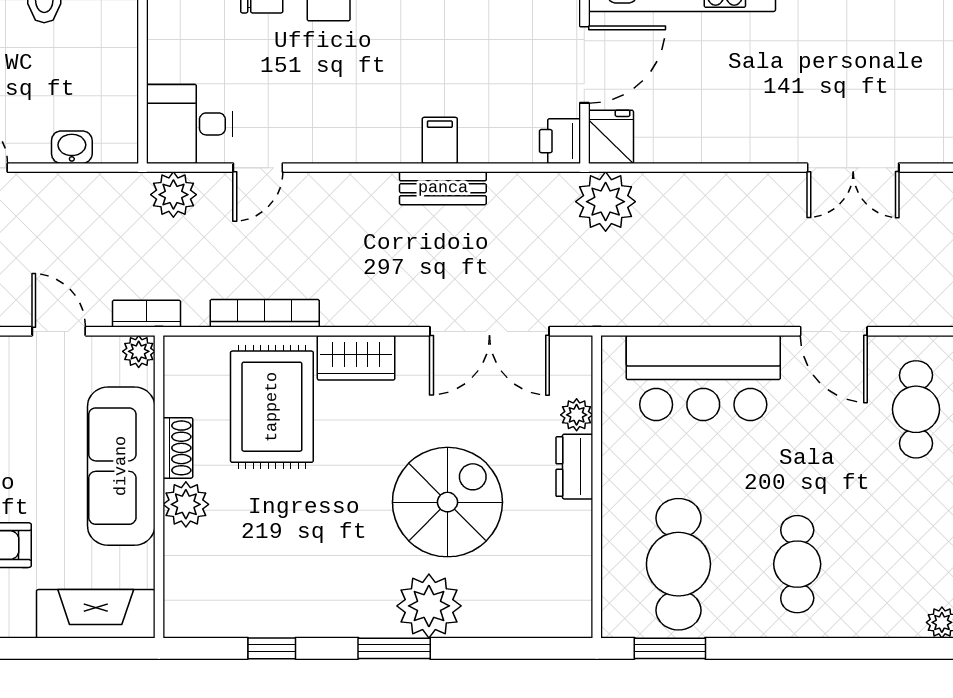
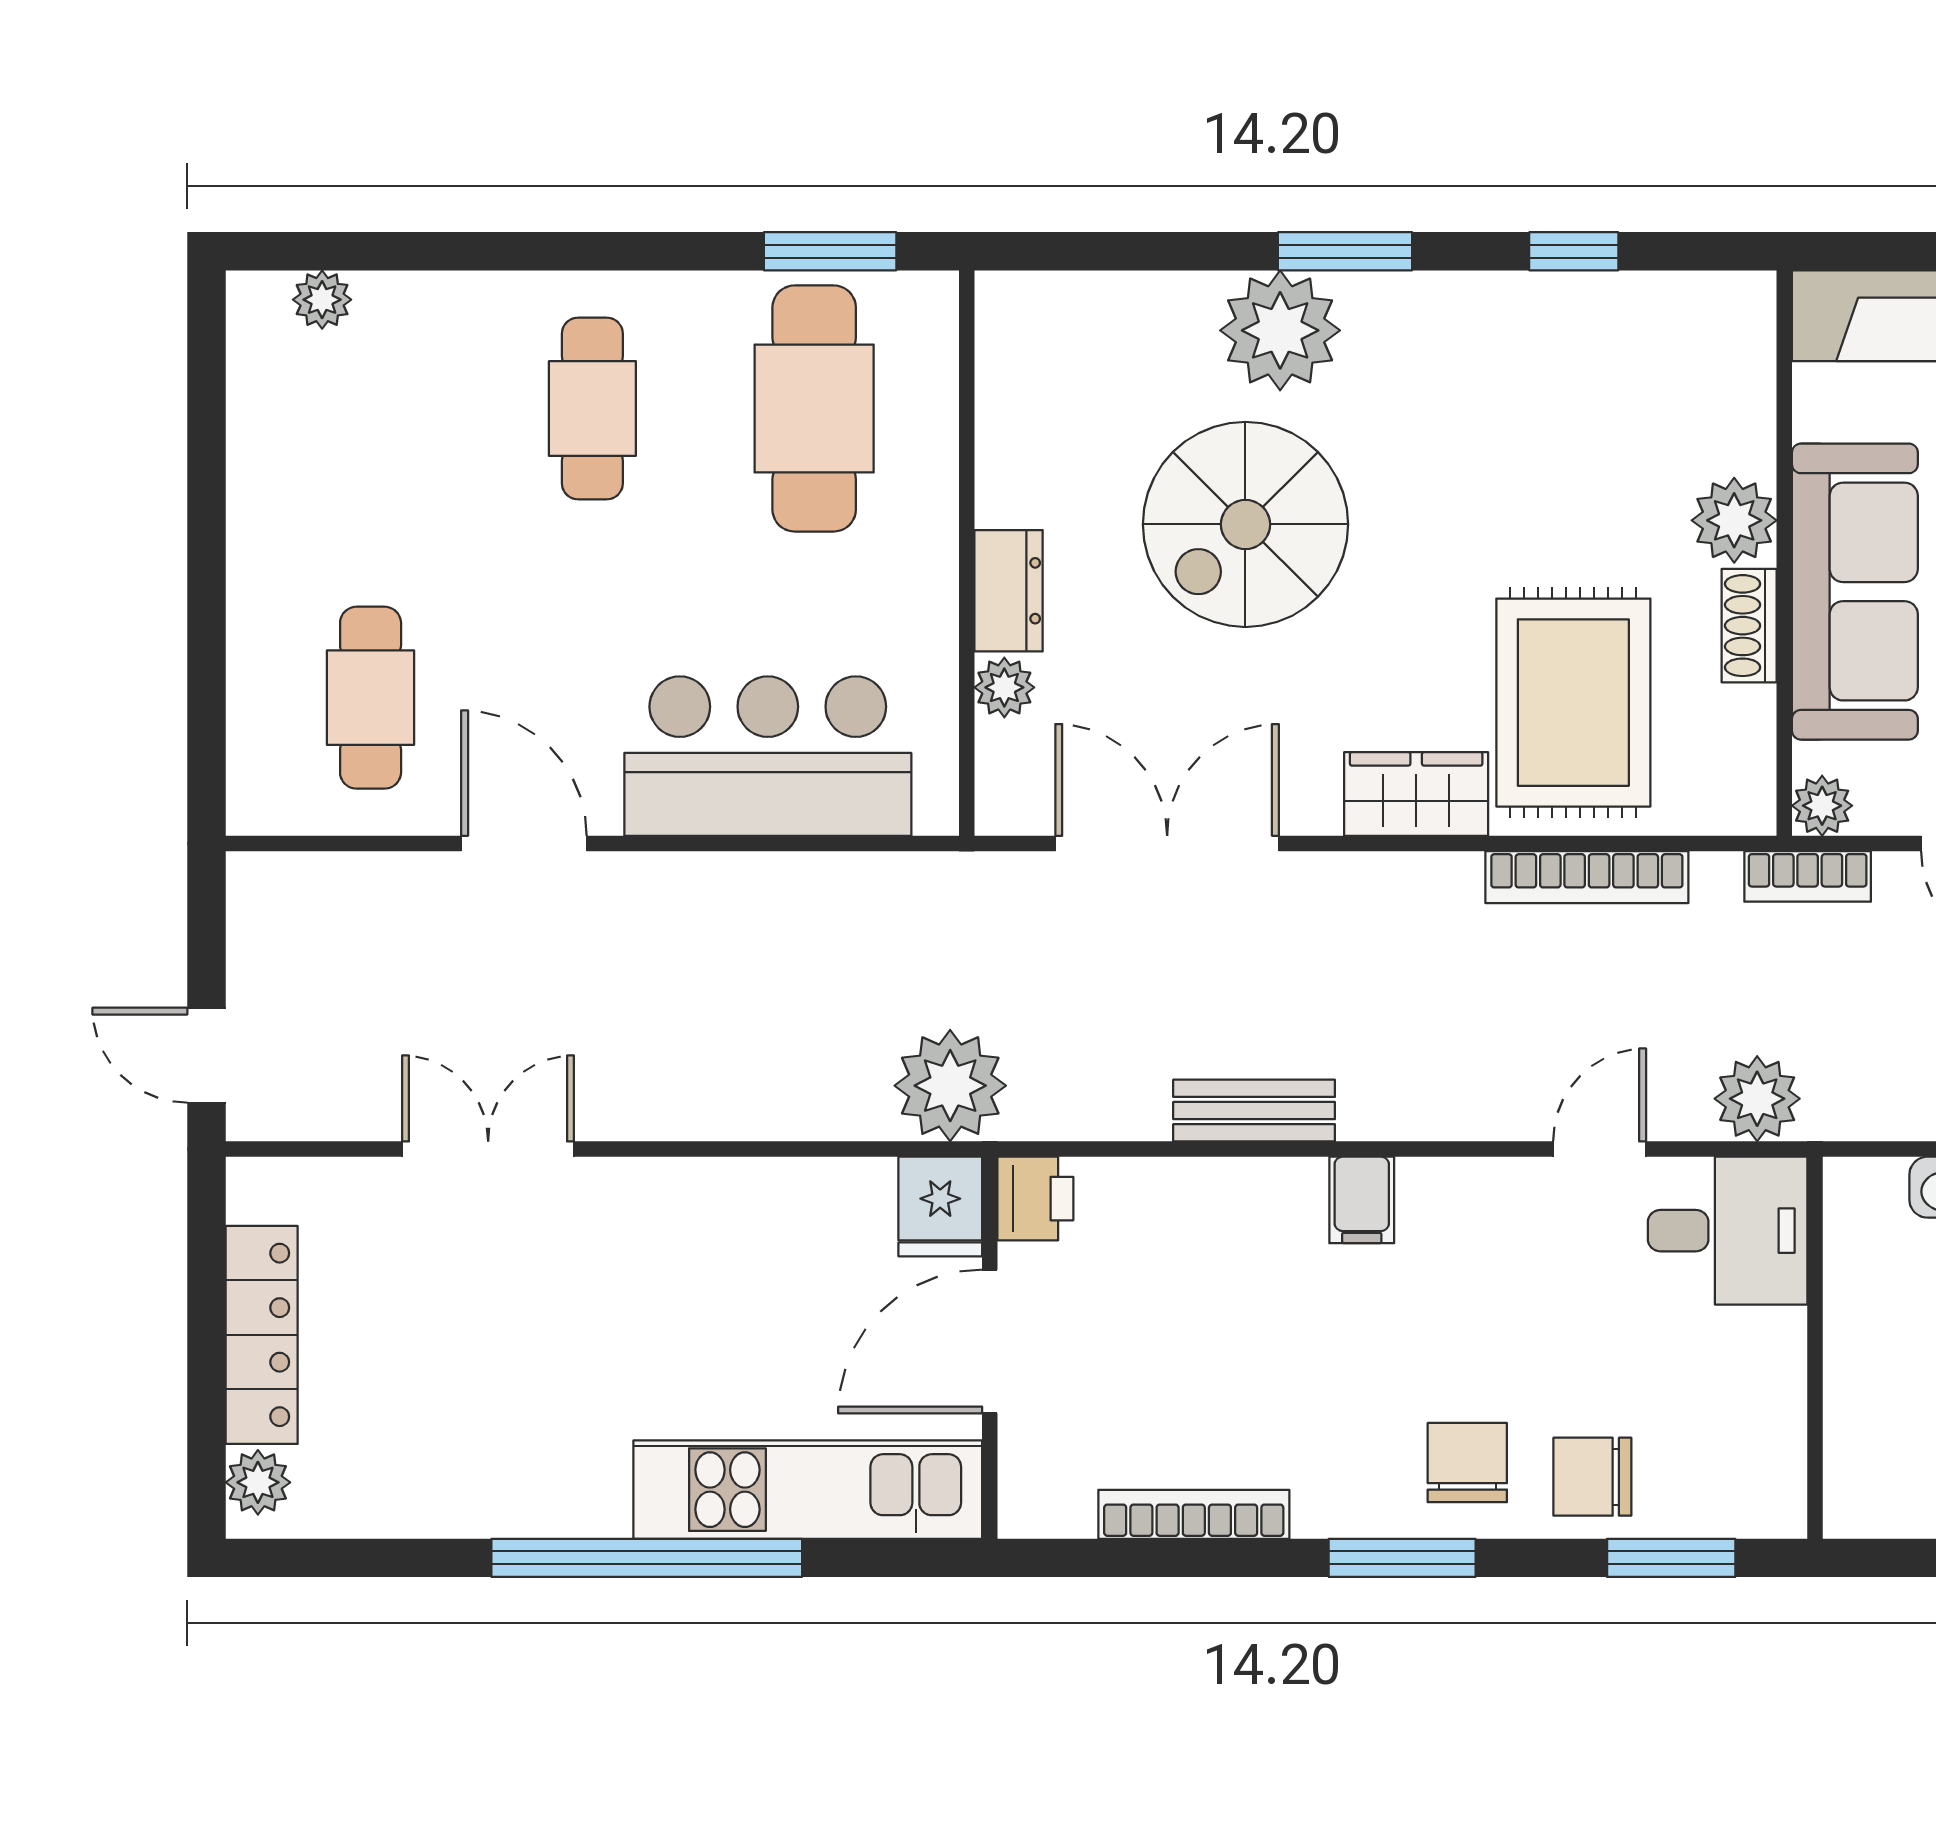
filing cabinet: (440, 140) -> (1362, 1200), moved

